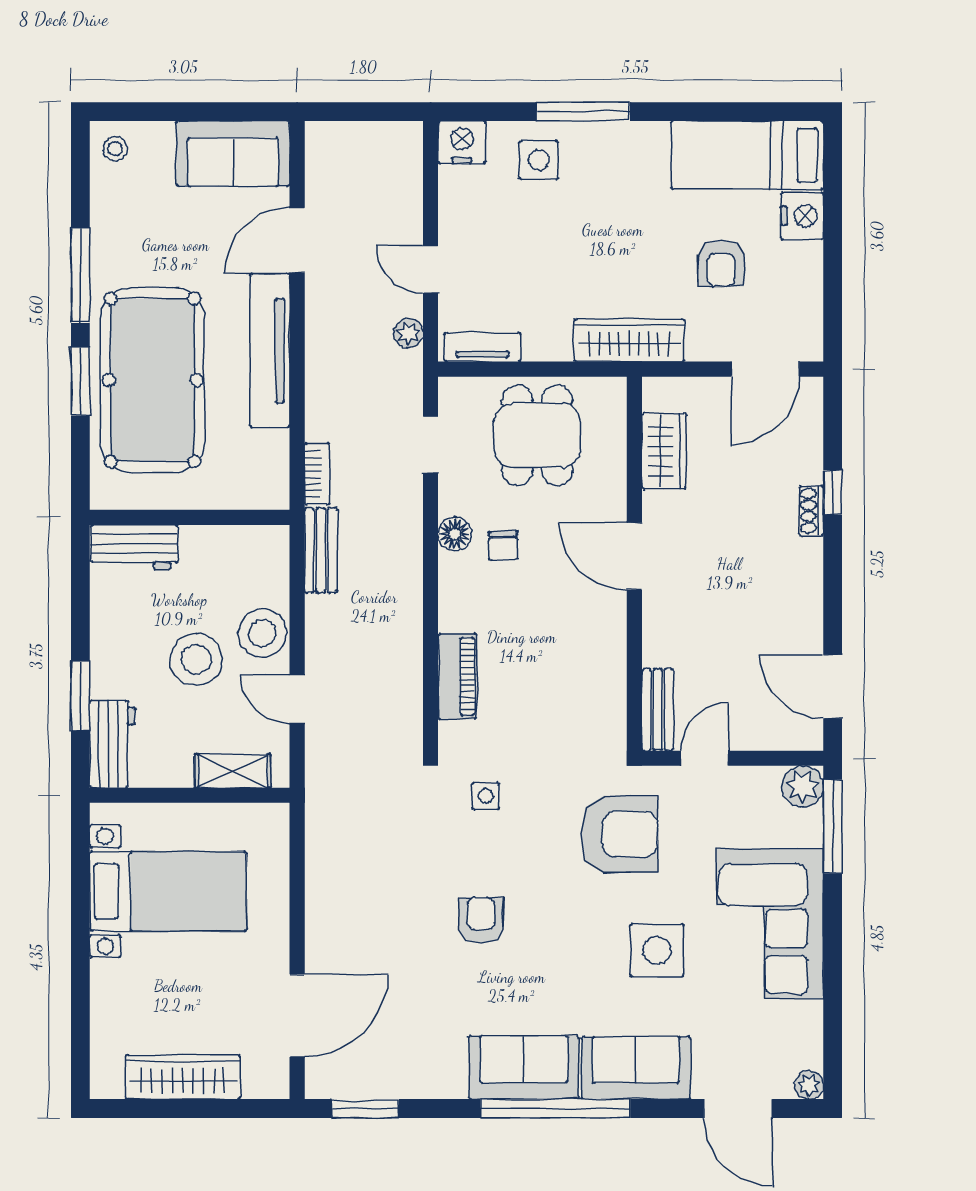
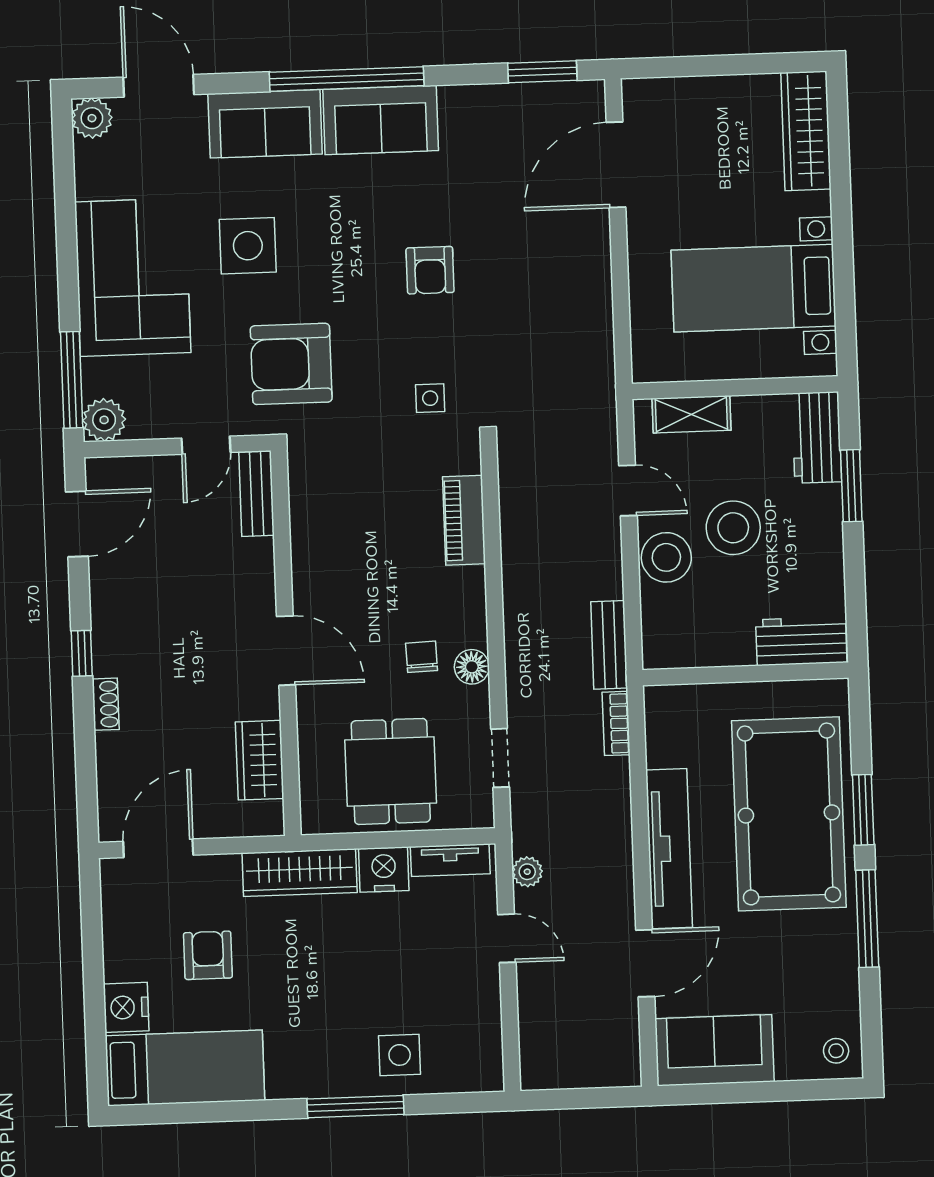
nightstand: (462, 142) -> (384, 870), moved, turned 180
window: (833, 492) -> (82, 653), moved
door: (833, 686) -> (77, 524), hinge flipped
wardrobe: (183, 1077) -> (806, 131), moved, turned 90
plant: (809, 1085) -> (92, 118), width x1.38, depth x1.38

